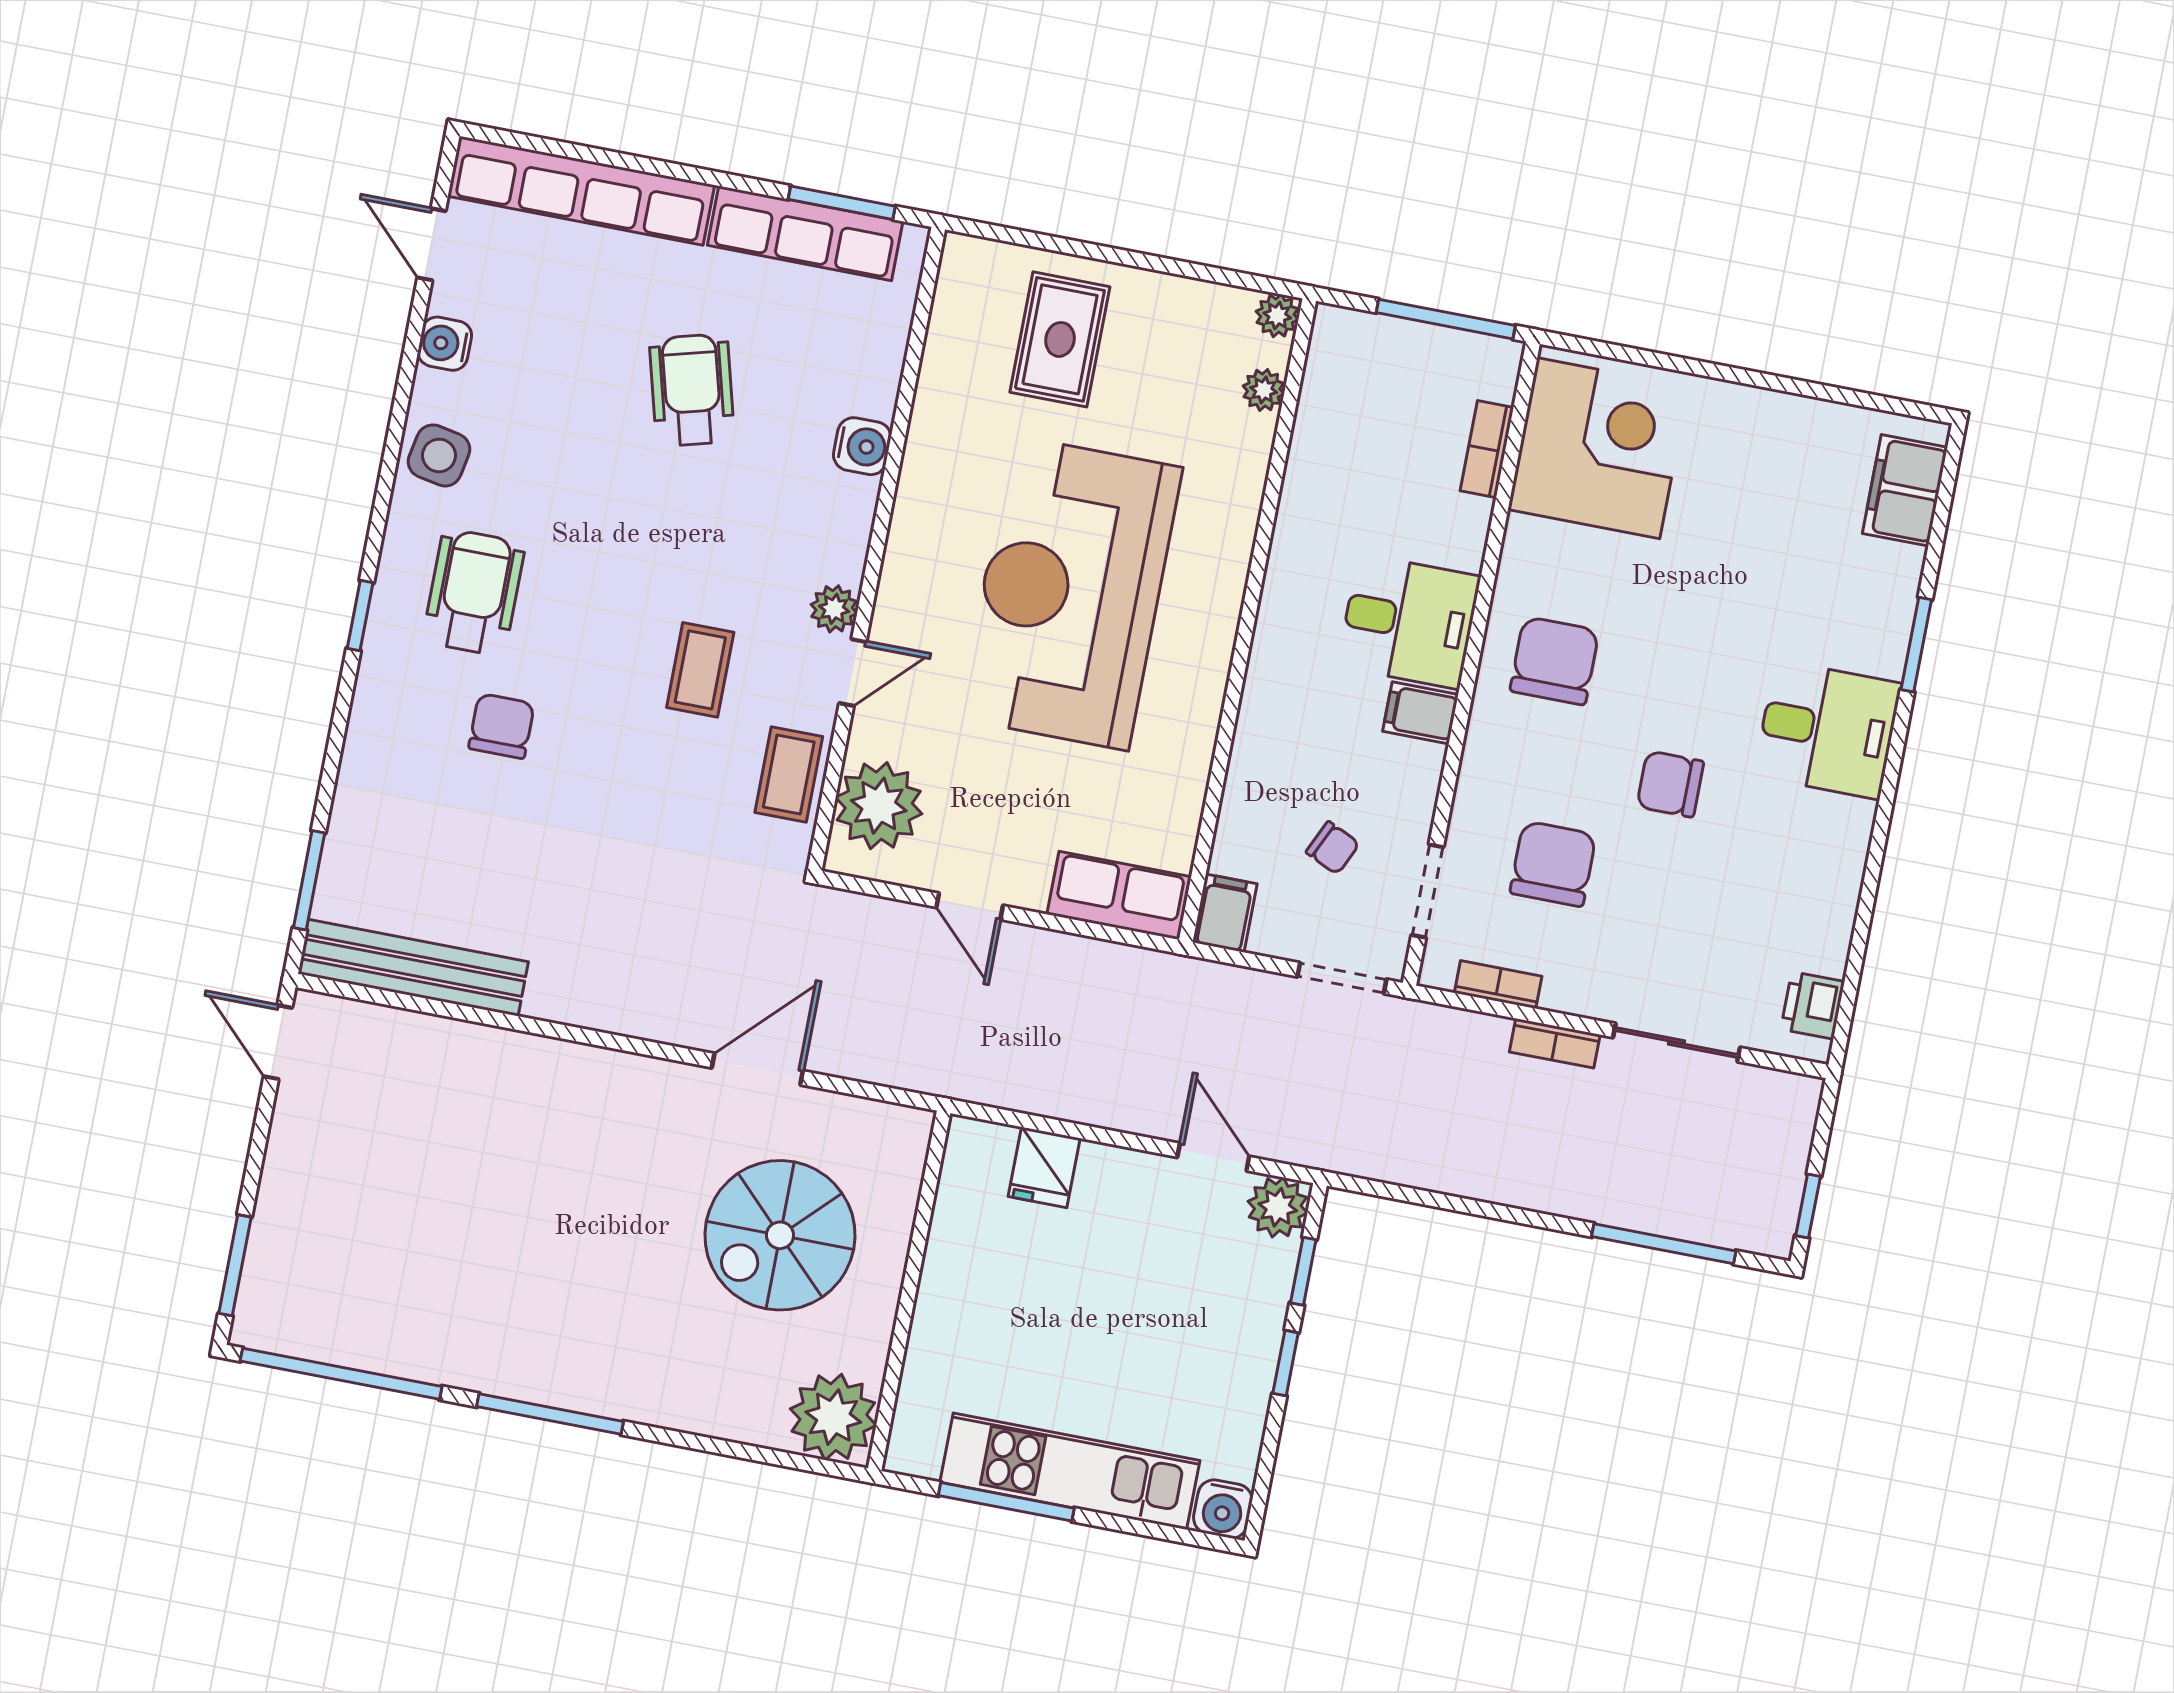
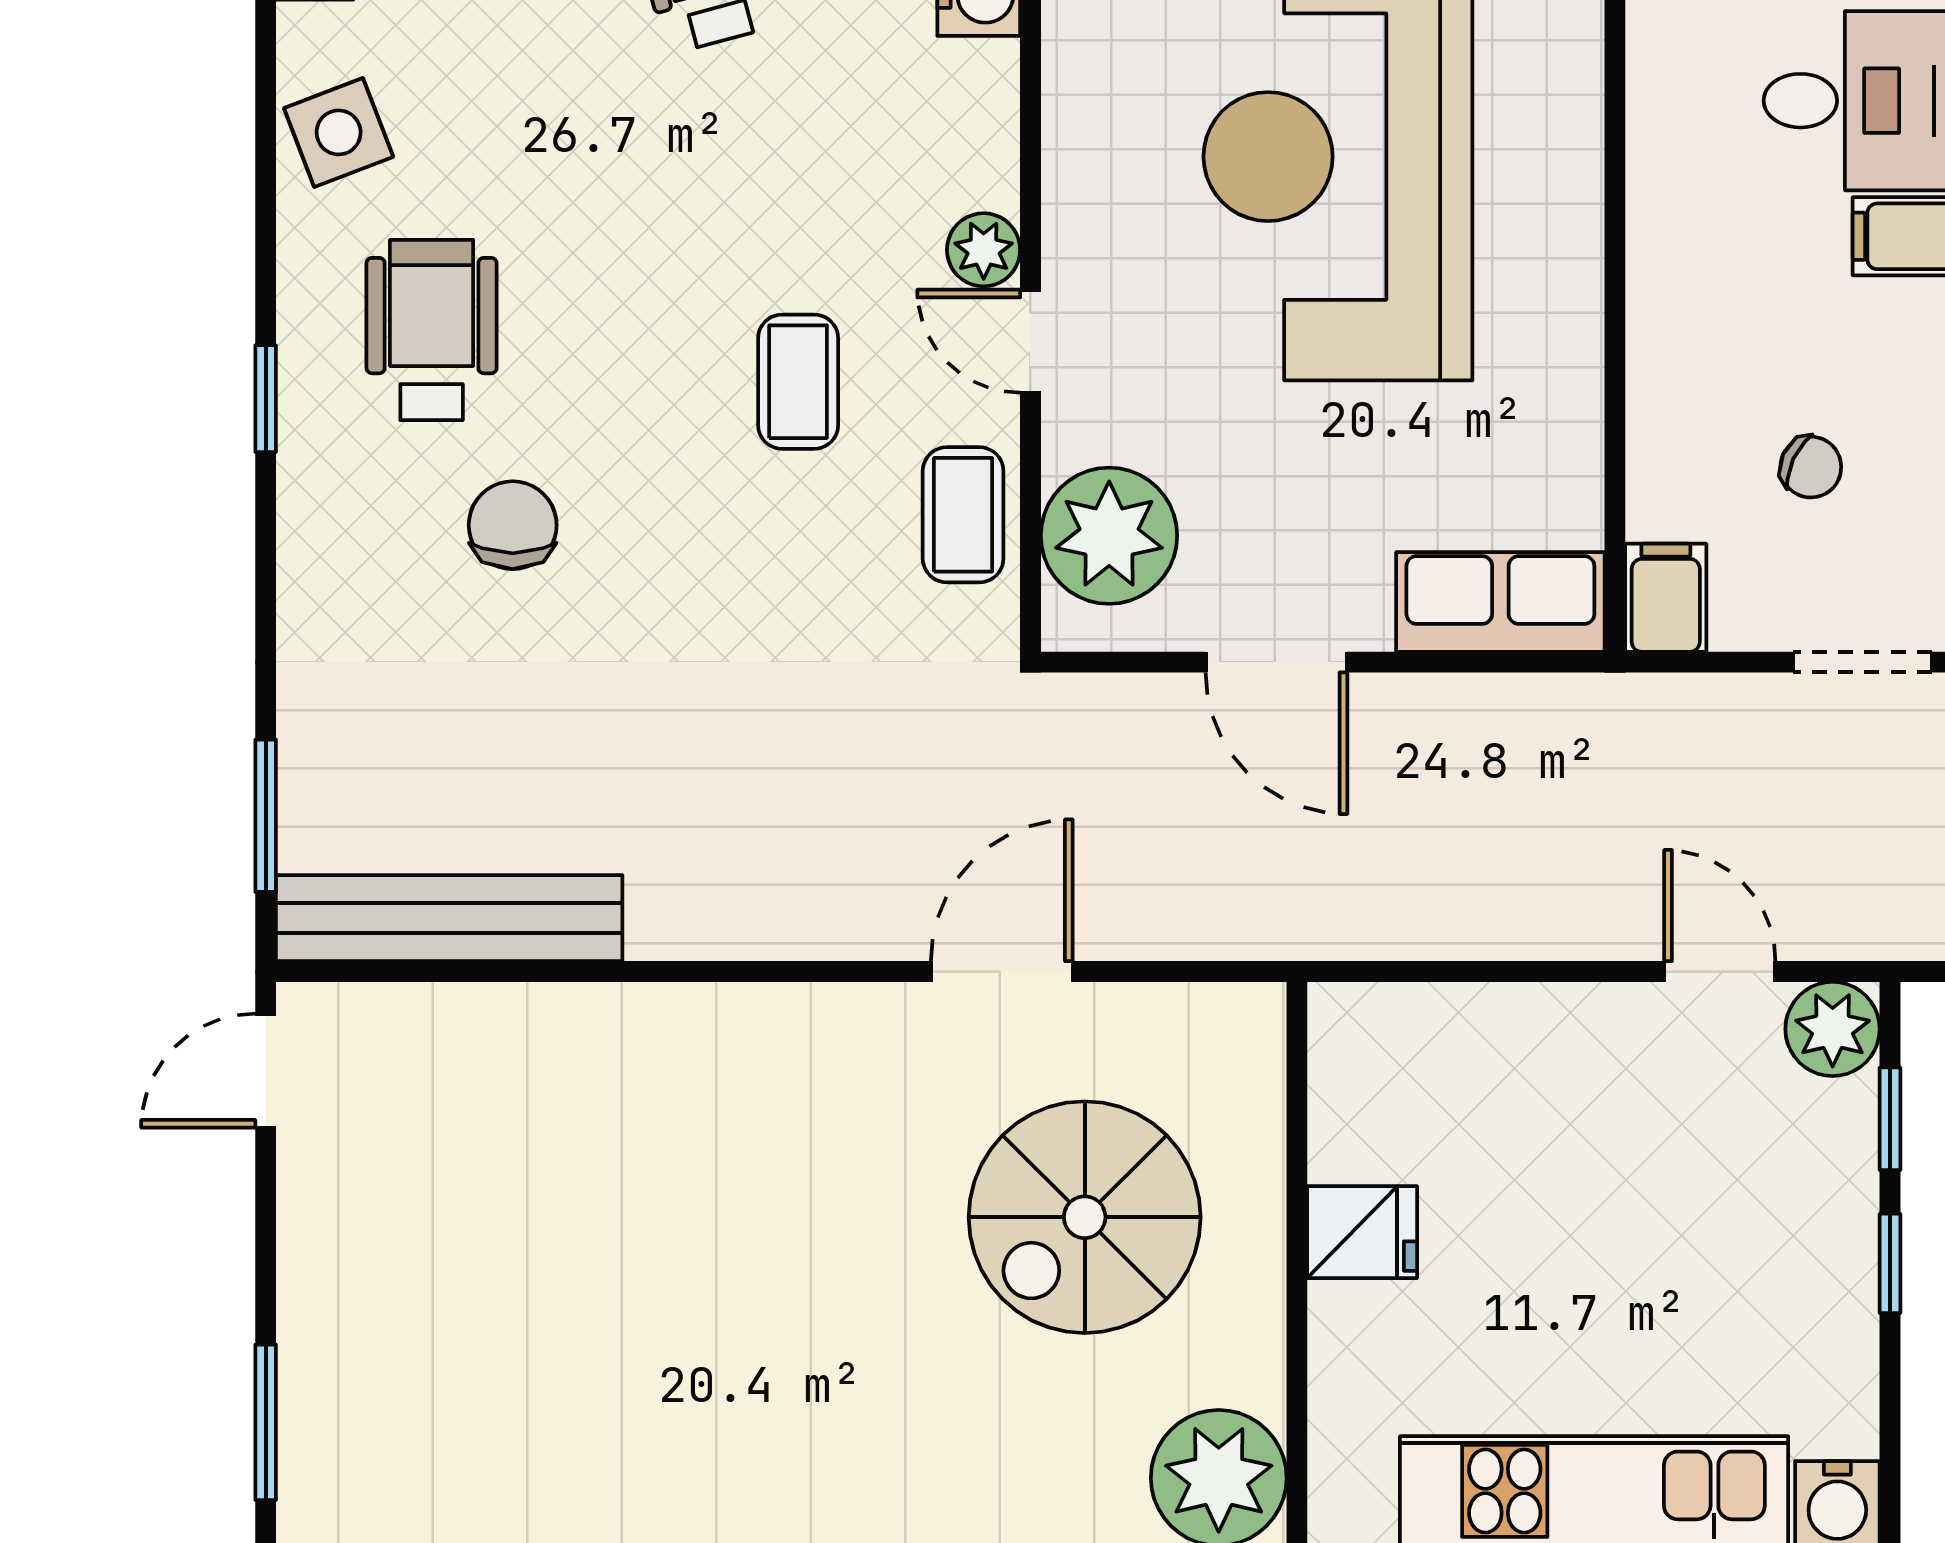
side table: (439, 455) -> (339, 132), turned -32
door: (853, 672) -> (1030, 341), swing flipped
door: (970, 906) -> (1277, 662), width x1.38
door: (278, 1042) -> (266, 1071), hinge flipped
fridge: (1044, 1167) -> (1362, 1232), moved, turned -90

